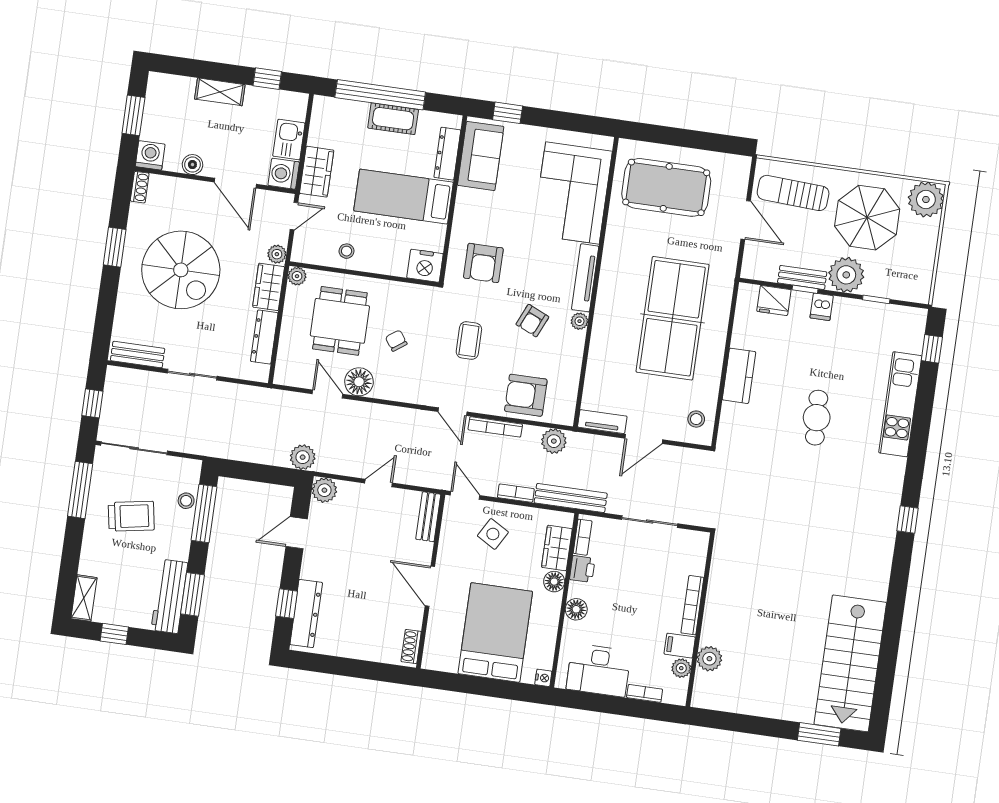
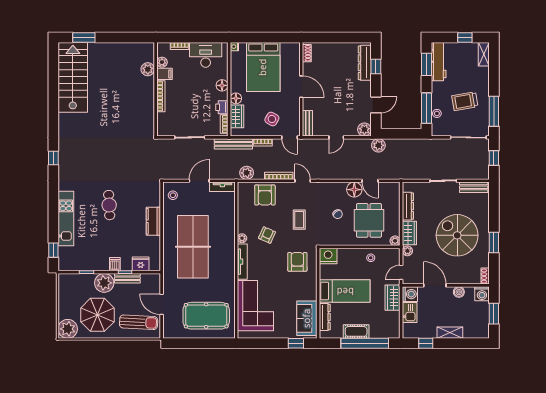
armchair: (526, 395) -> (265, 195), turned 90

